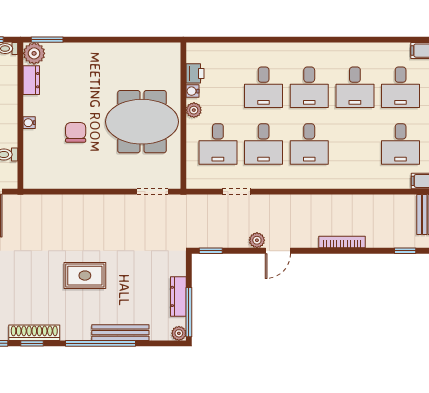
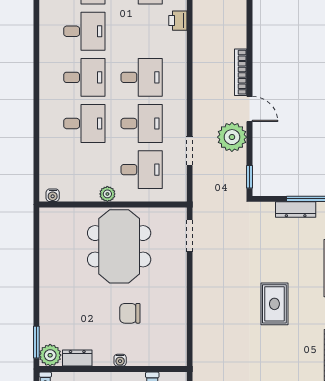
printer: (195, 73) -> (178, 21), moved, turned -90
water cooler: (193, 91) -> (53, 195), moved
plant: (257, 240) -> (232, 137), width x1.87, depth x1.87
bookcase: (342, 242) -> (241, 72), moved

